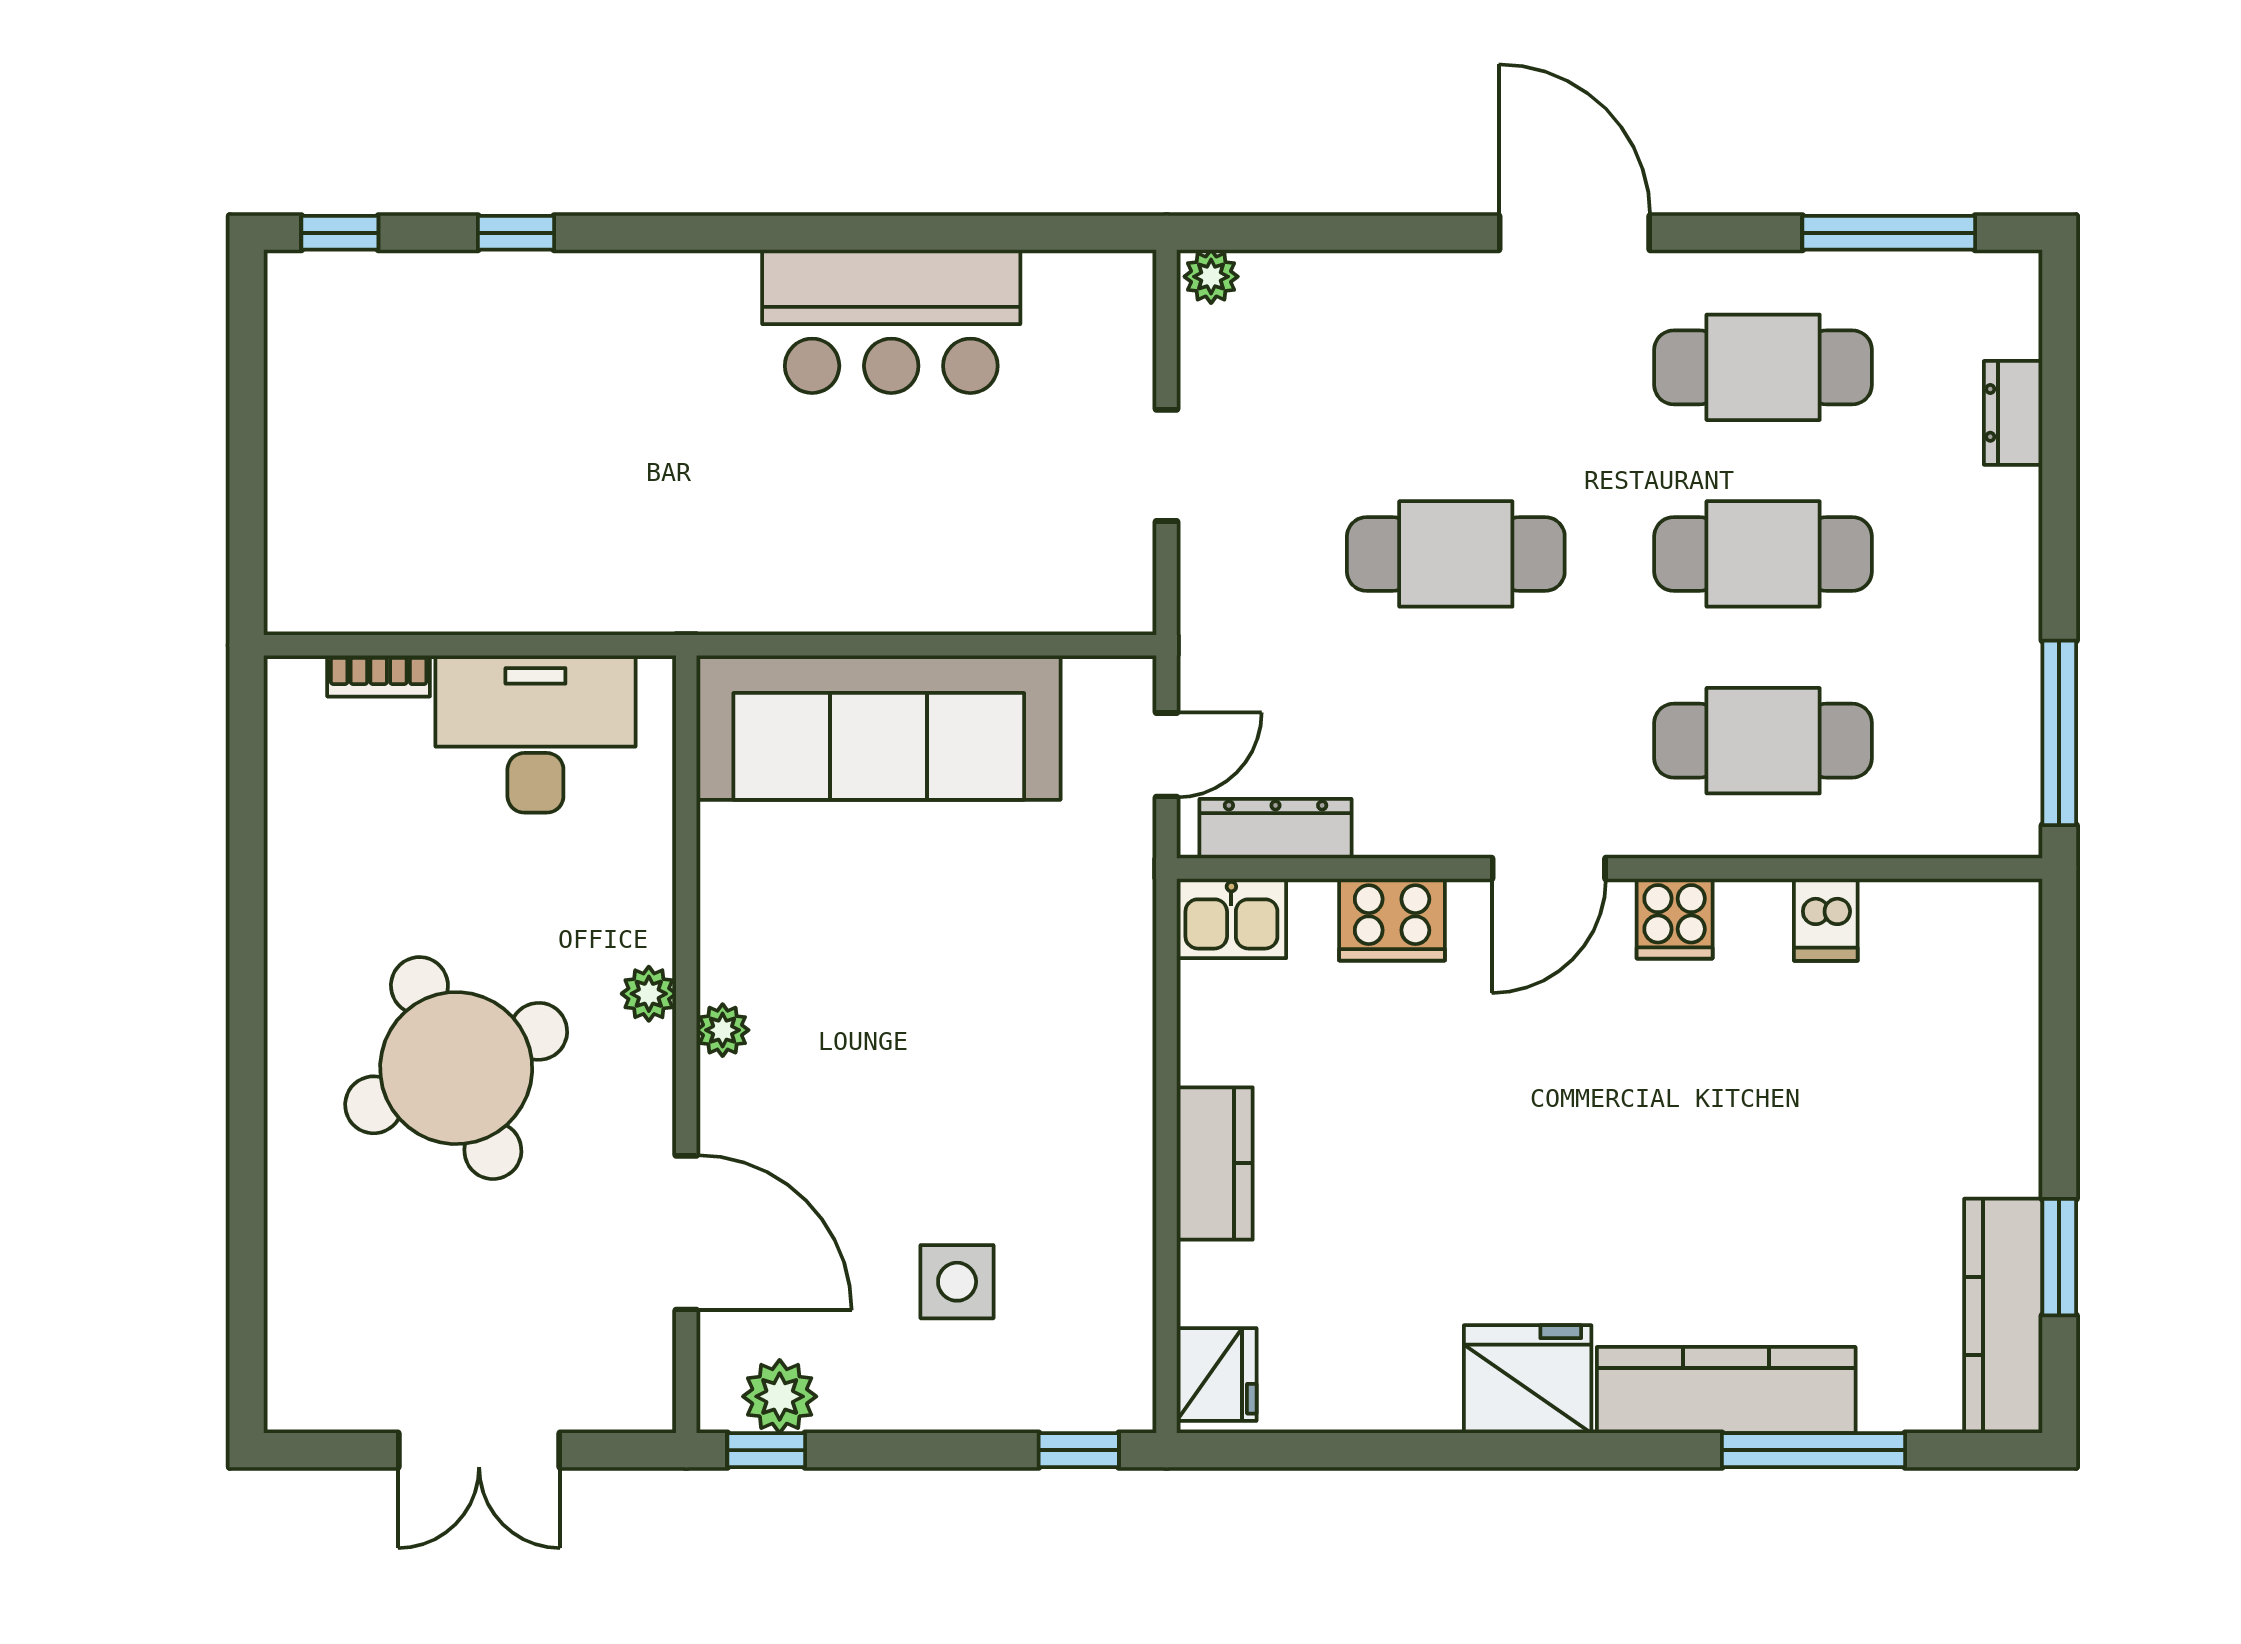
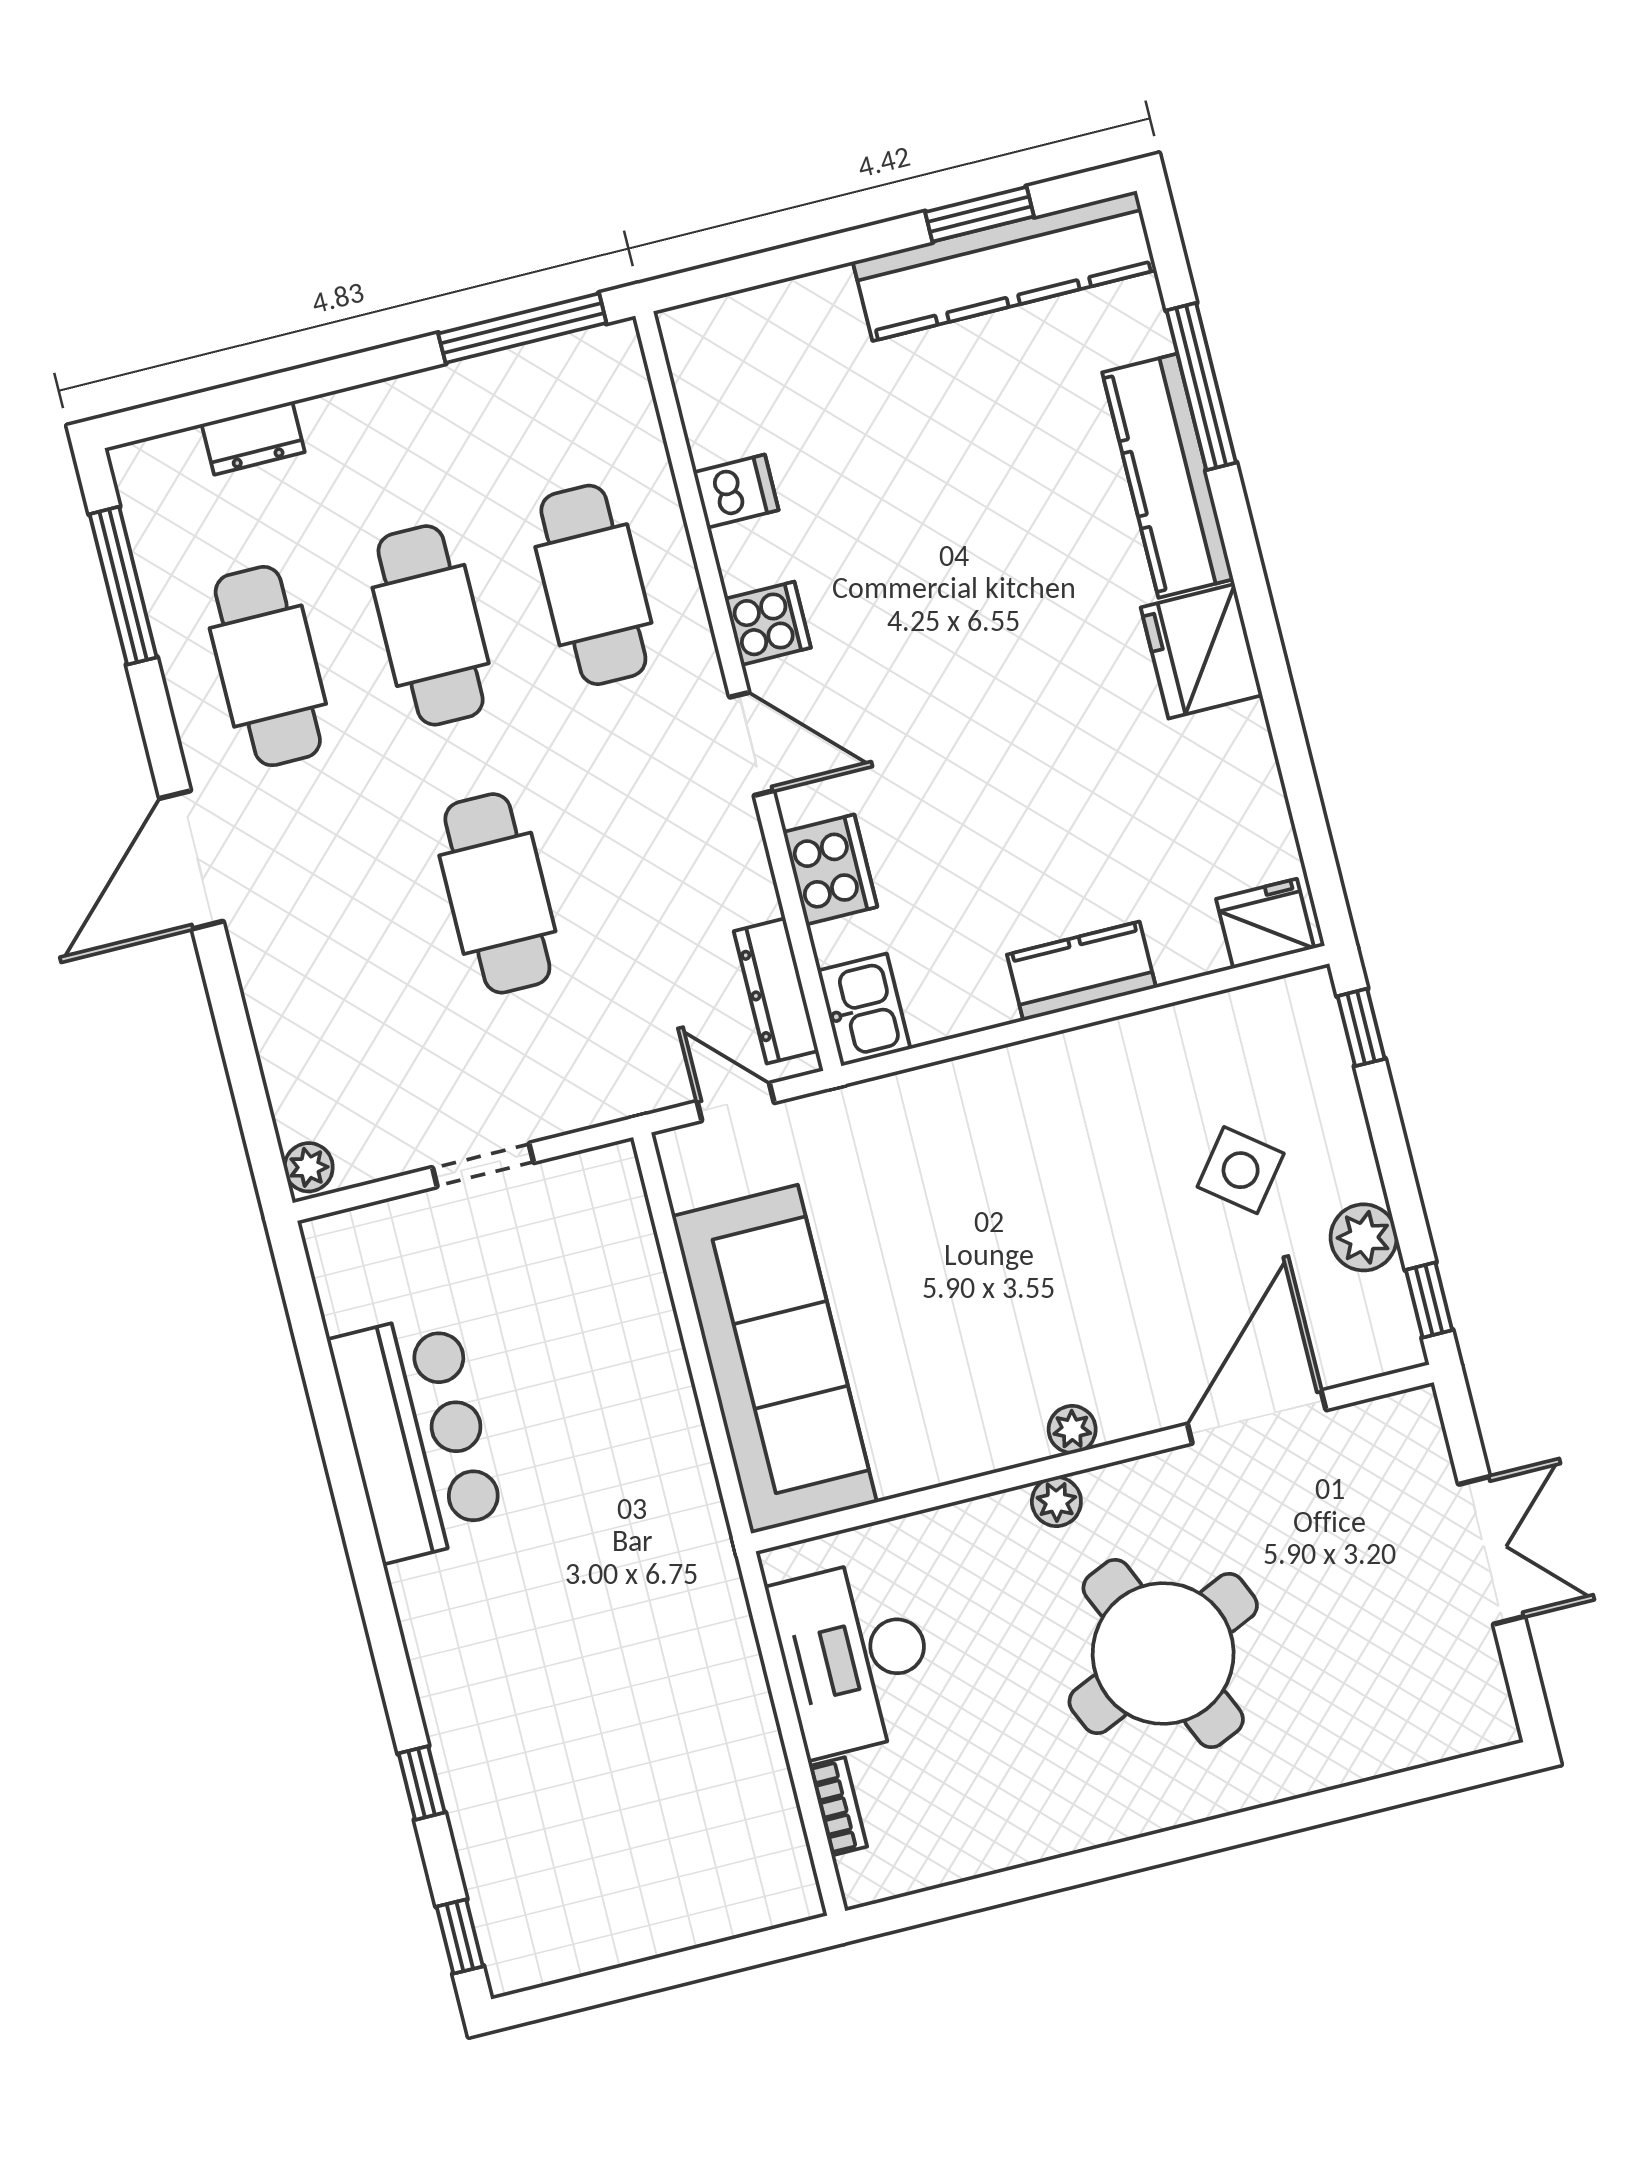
side table: (957, 1282) -> (1241, 1170), turned 38
kitchen counter: (2003, 1316) -> (1005, 266), width x1.39, depth x1.17
plant: (780, 1396) -> (1364, 1237), moved

